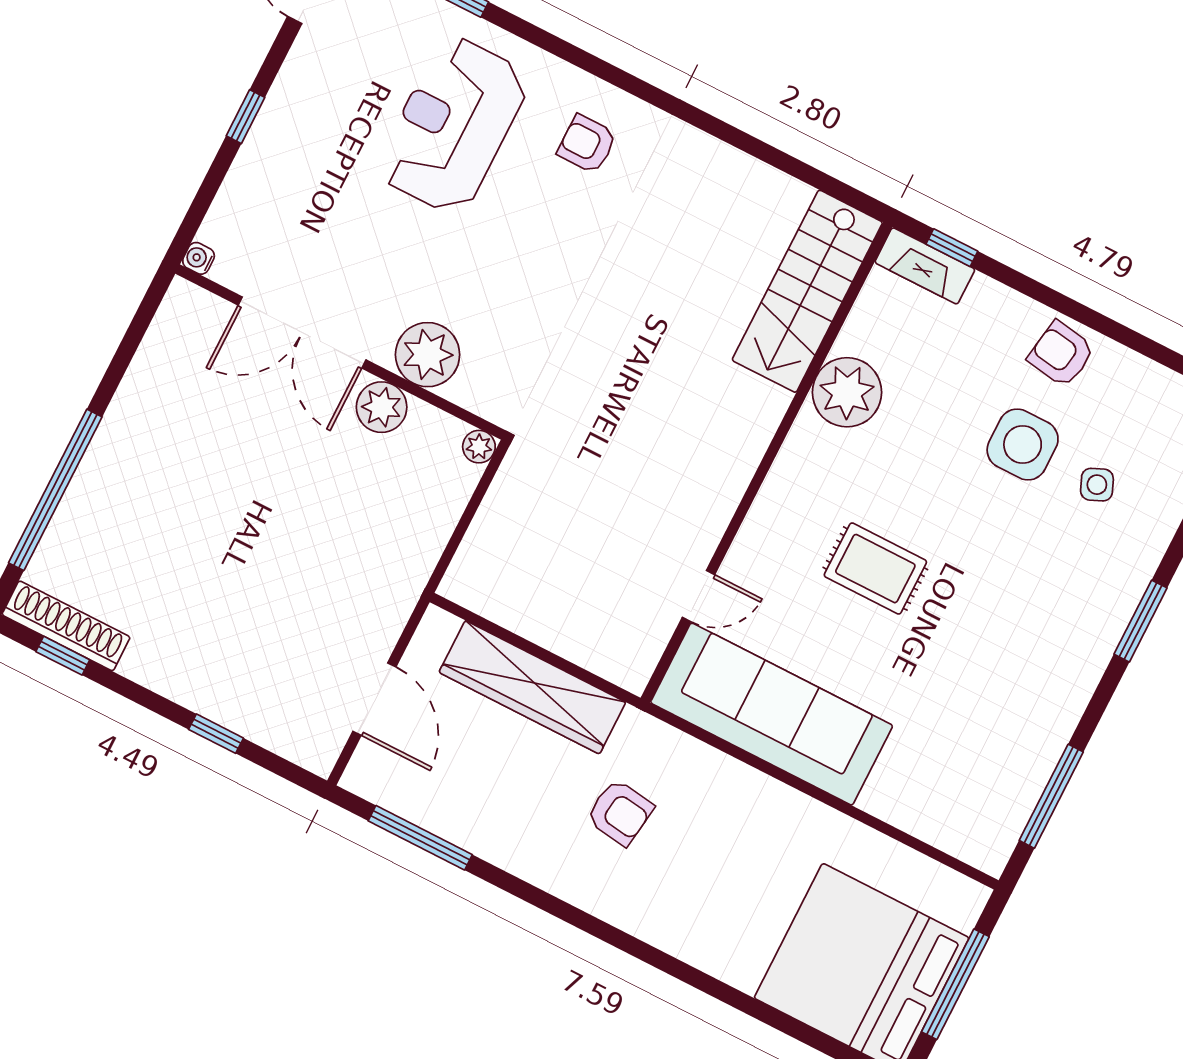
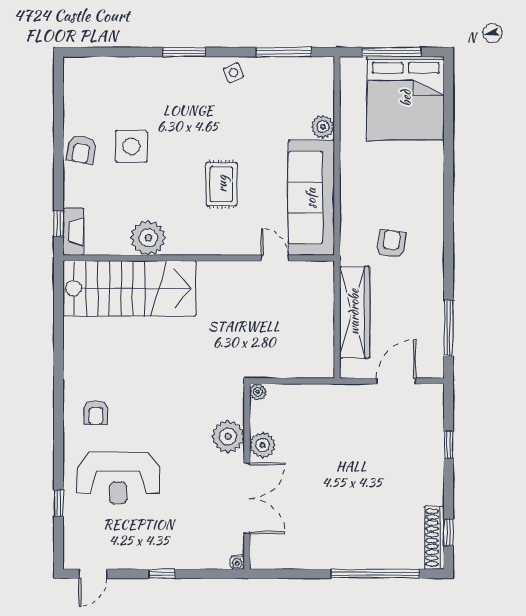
stairs: (807, 291) -> (129, 288), width x1.36, depth x1.51
side table: (1097, 485) -> (234, 73), moved
plant: (886, 797) -> (323, 127), added

